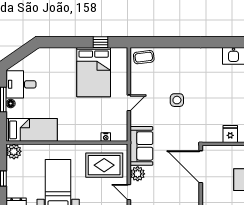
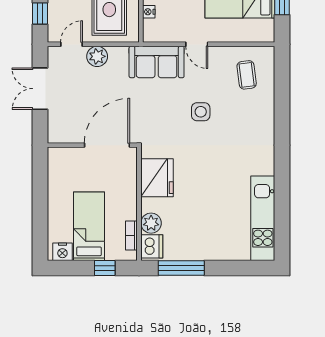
coffee table: (144, 57) -> (247, 75), moved
fridge: (230, 134) -> (157, 178), width x1.88, depth x1.34
sofa: (141, 146) -> (157, 62), moved

